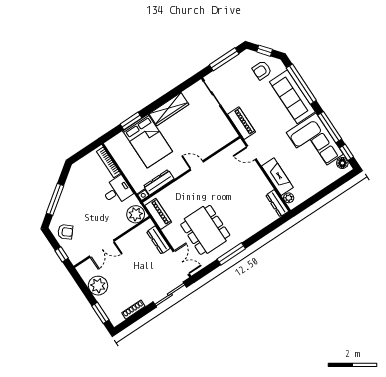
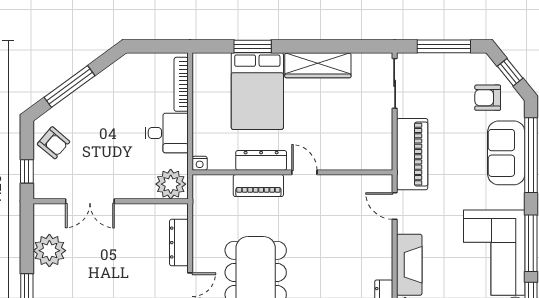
sofa: (292, 97) -> (506, 153), width x0.73
piano: (241, 123) -> (412, 154), width x1.37, depth x1.33
dresser: (159, 182) -> (261, 160), moved
piano: (158, 214) -> (258, 186), moved, turned 90

